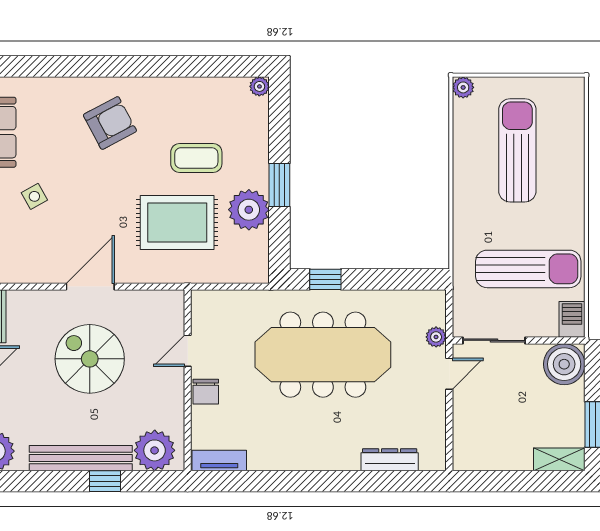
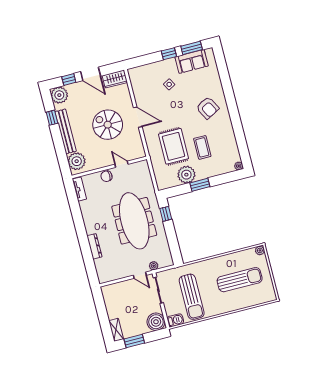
spiral stairs: (90, 359) -> (108, 125), turned -90
dresser: (390, 460) -> (94, 246), moved
window: (105, 481) -> (52, 118), moved

